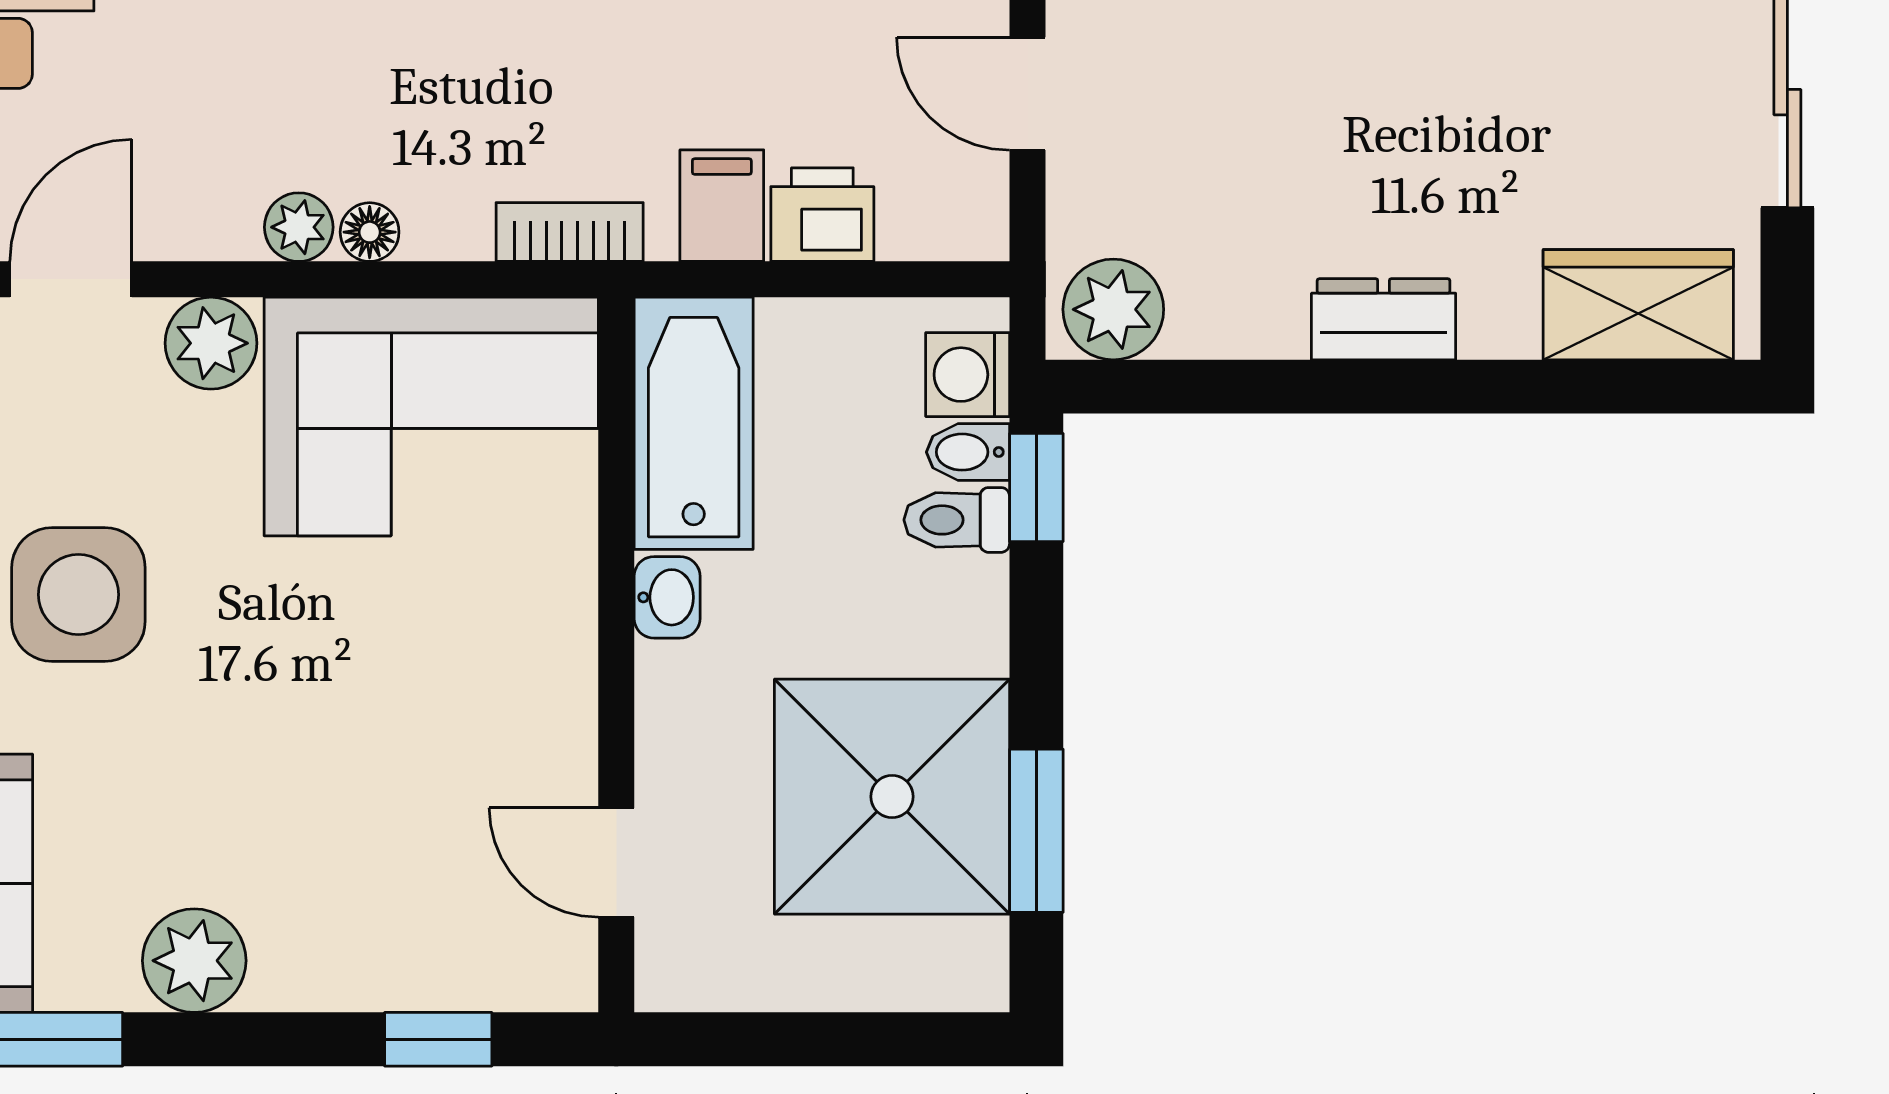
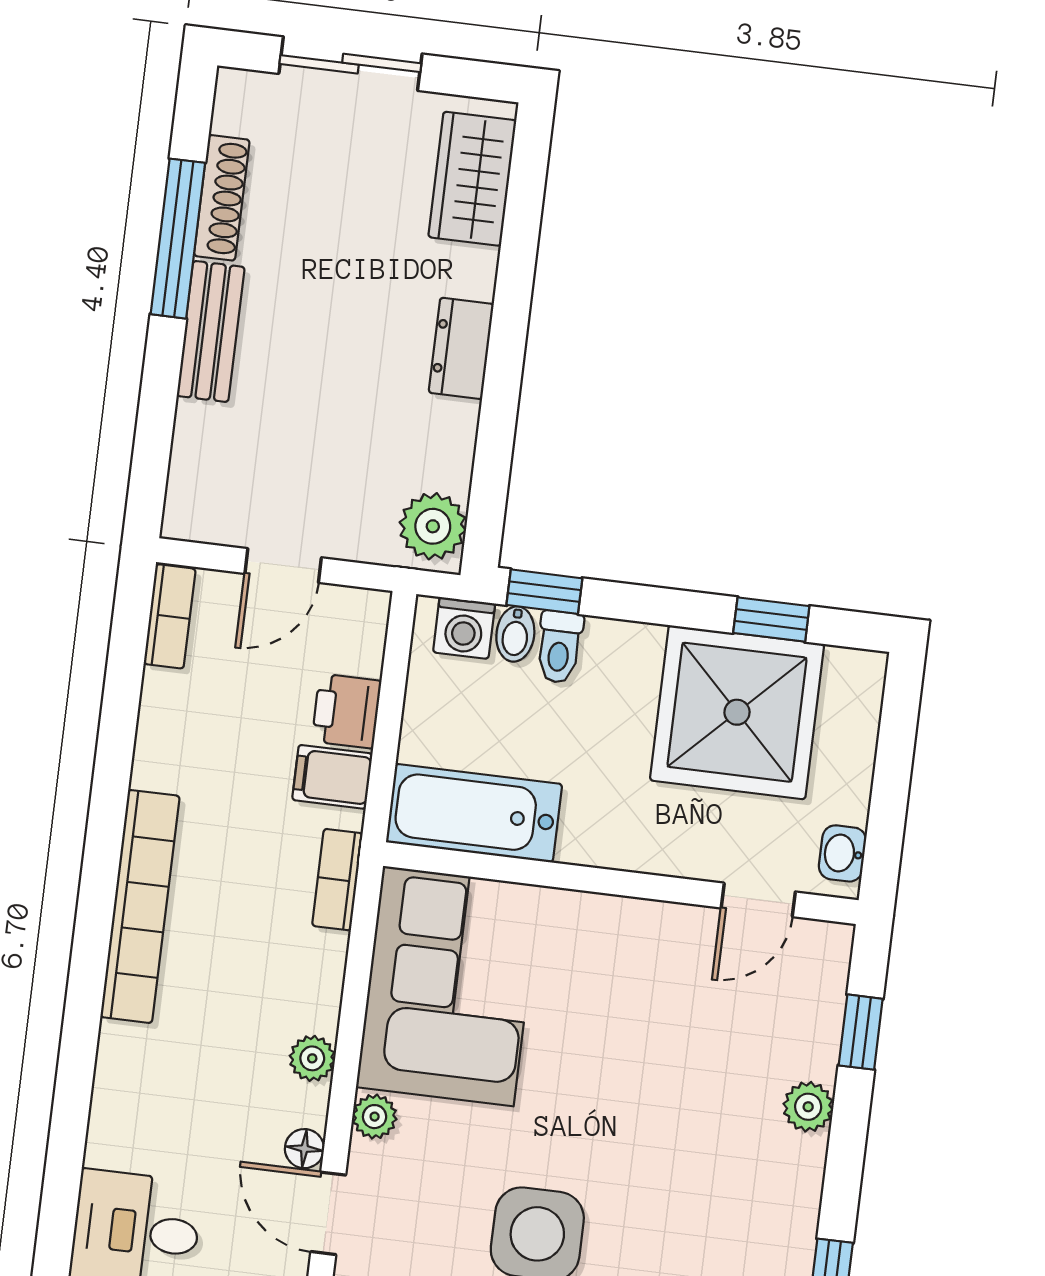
floor lamp: (370, 232) -> (304, 1149), moved
plant: (211, 343) -> (375, 1117), width x0.73, depth x0.73
washbasin: (667, 597) -> (842, 853), moved, turned -90
window: (1036, 831) -> (771, 619), width x0.67
plant: (194, 961) -> (808, 1107), moved, width x0.73, depth x0.73

